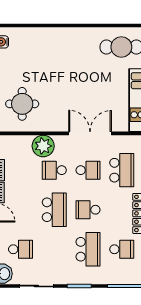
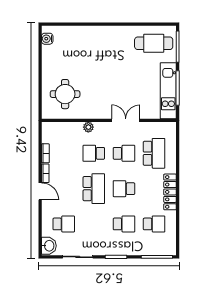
double door: (90, 133) -> (126, 120), width x0.73
plant: (43, 146) -> (88, 127), width x0.53, depth x0.53
school desk: (88, 249) -> (124, 224), width x0.54

